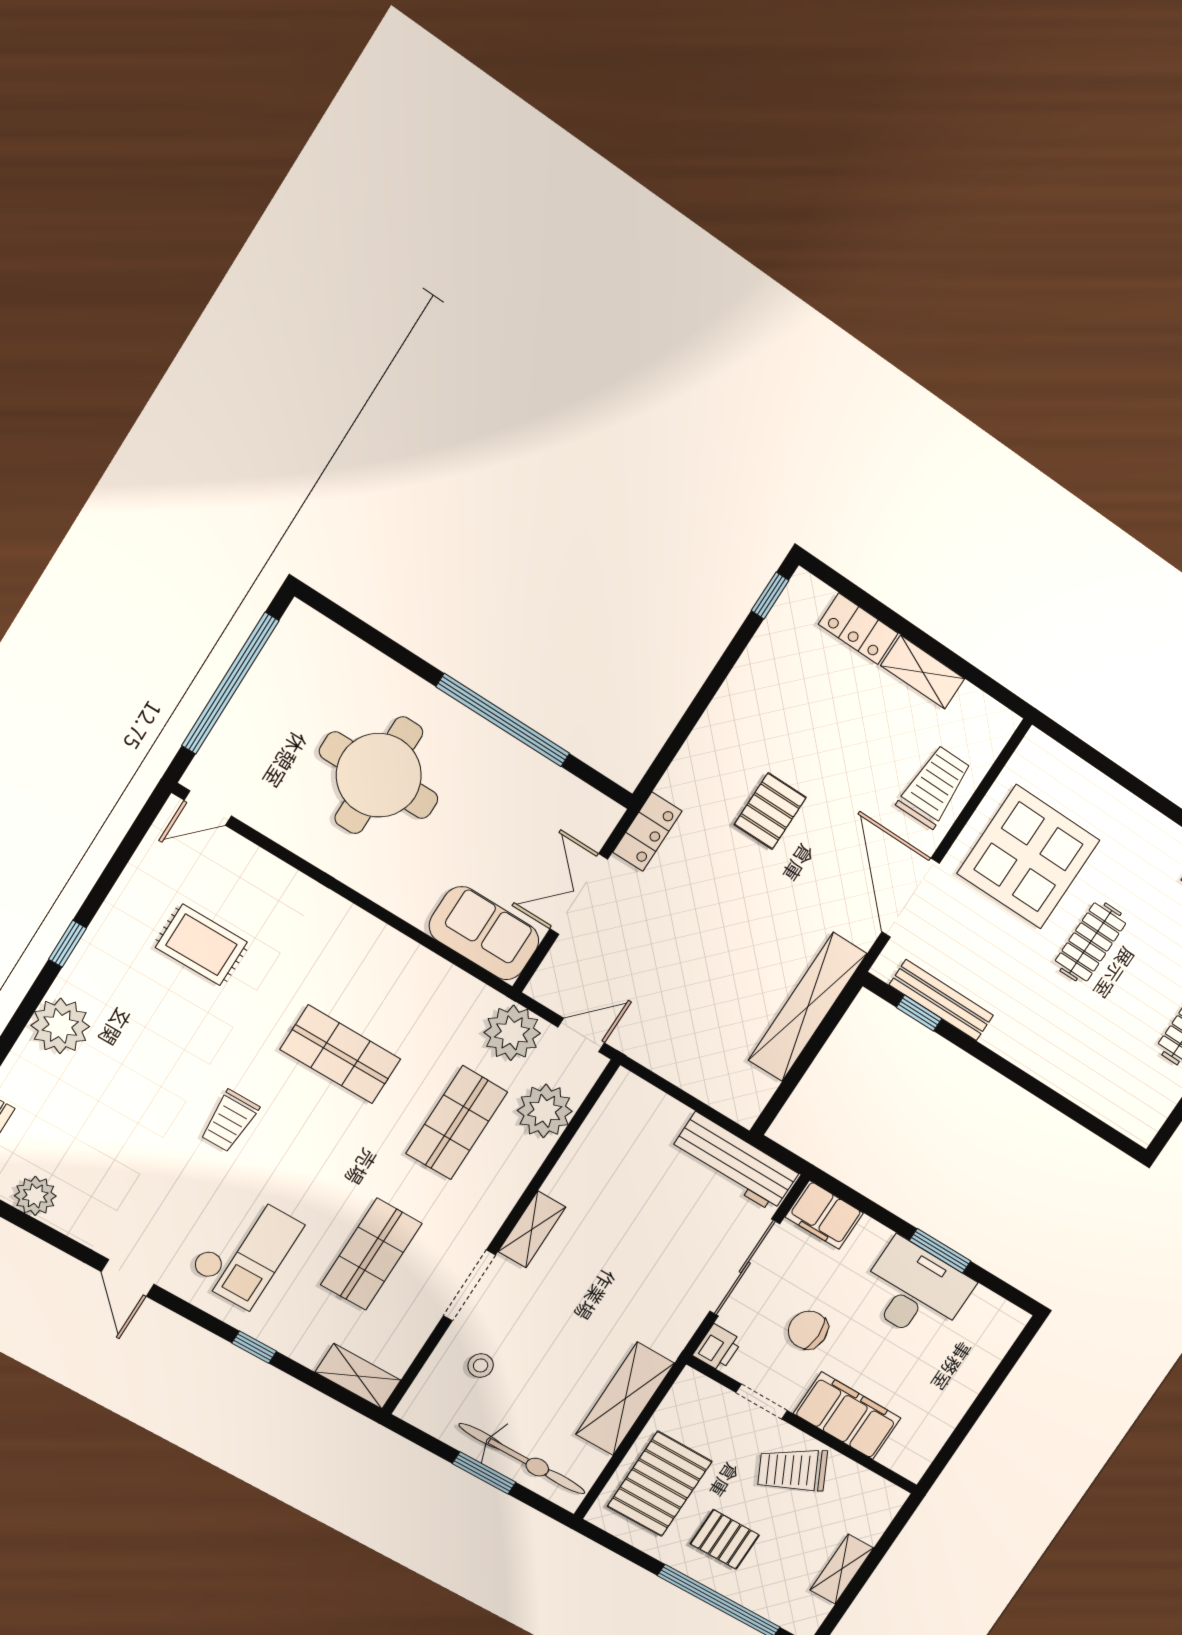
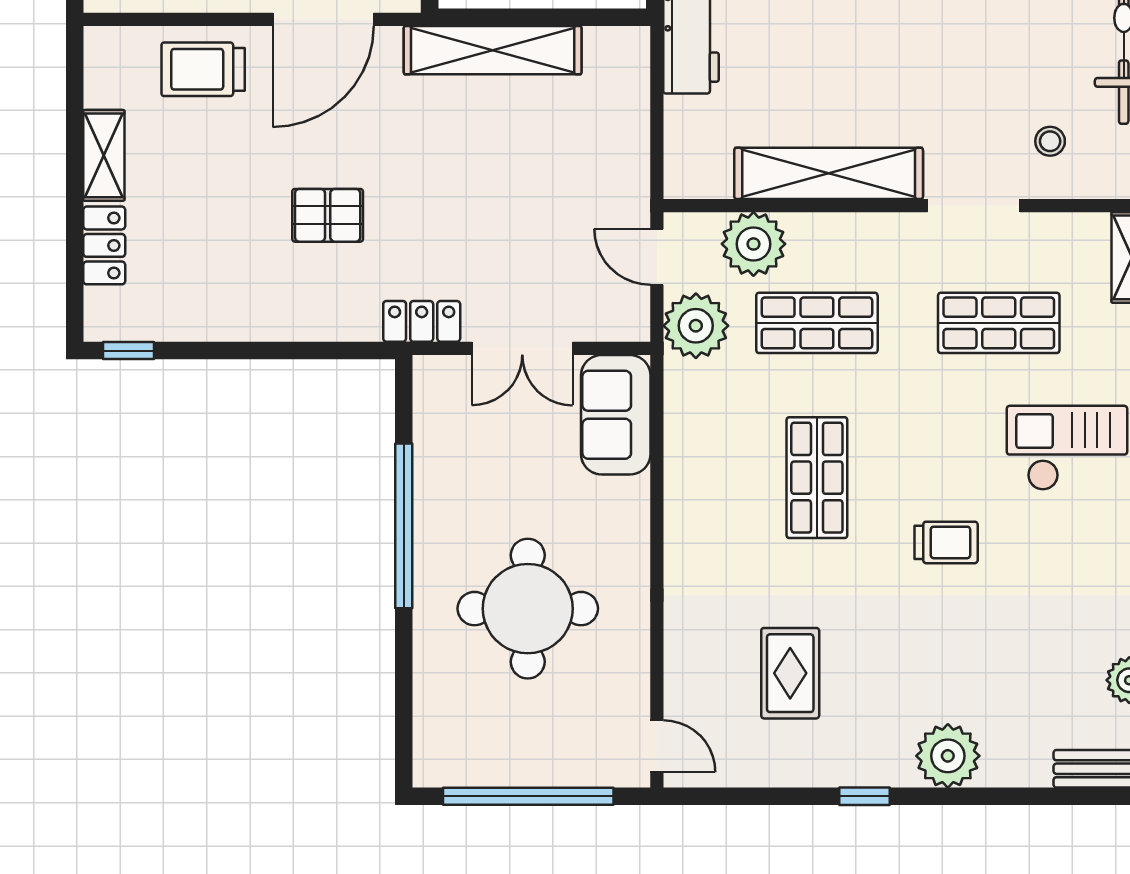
shelving: (532, 1229) -> (829, 173), width x2.20, depth x1.33

